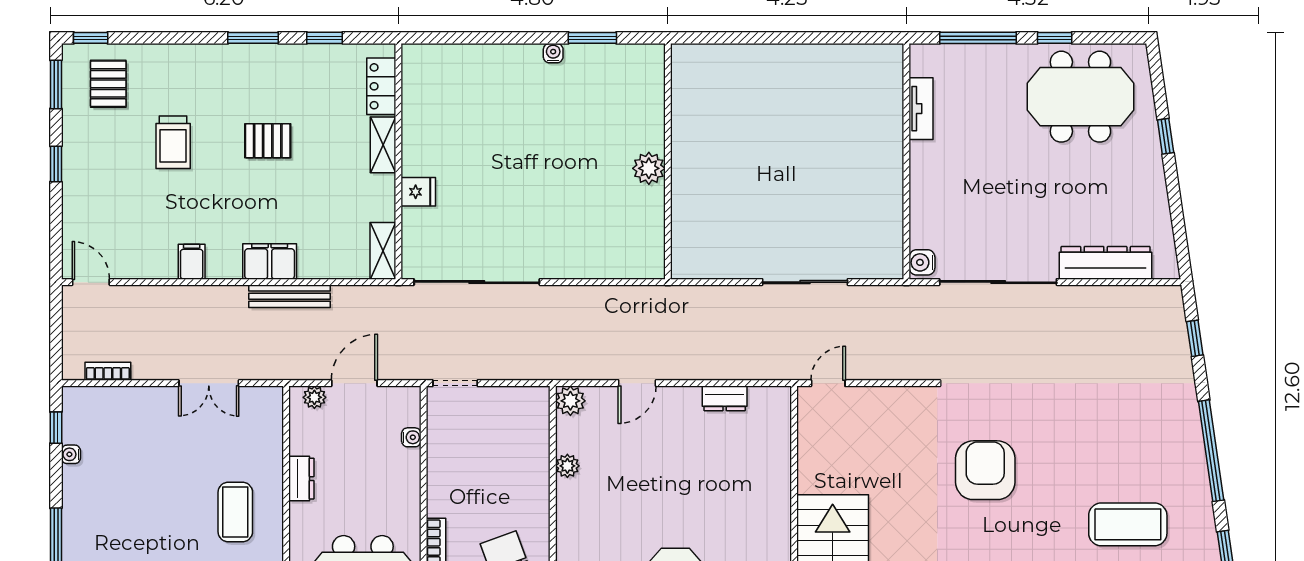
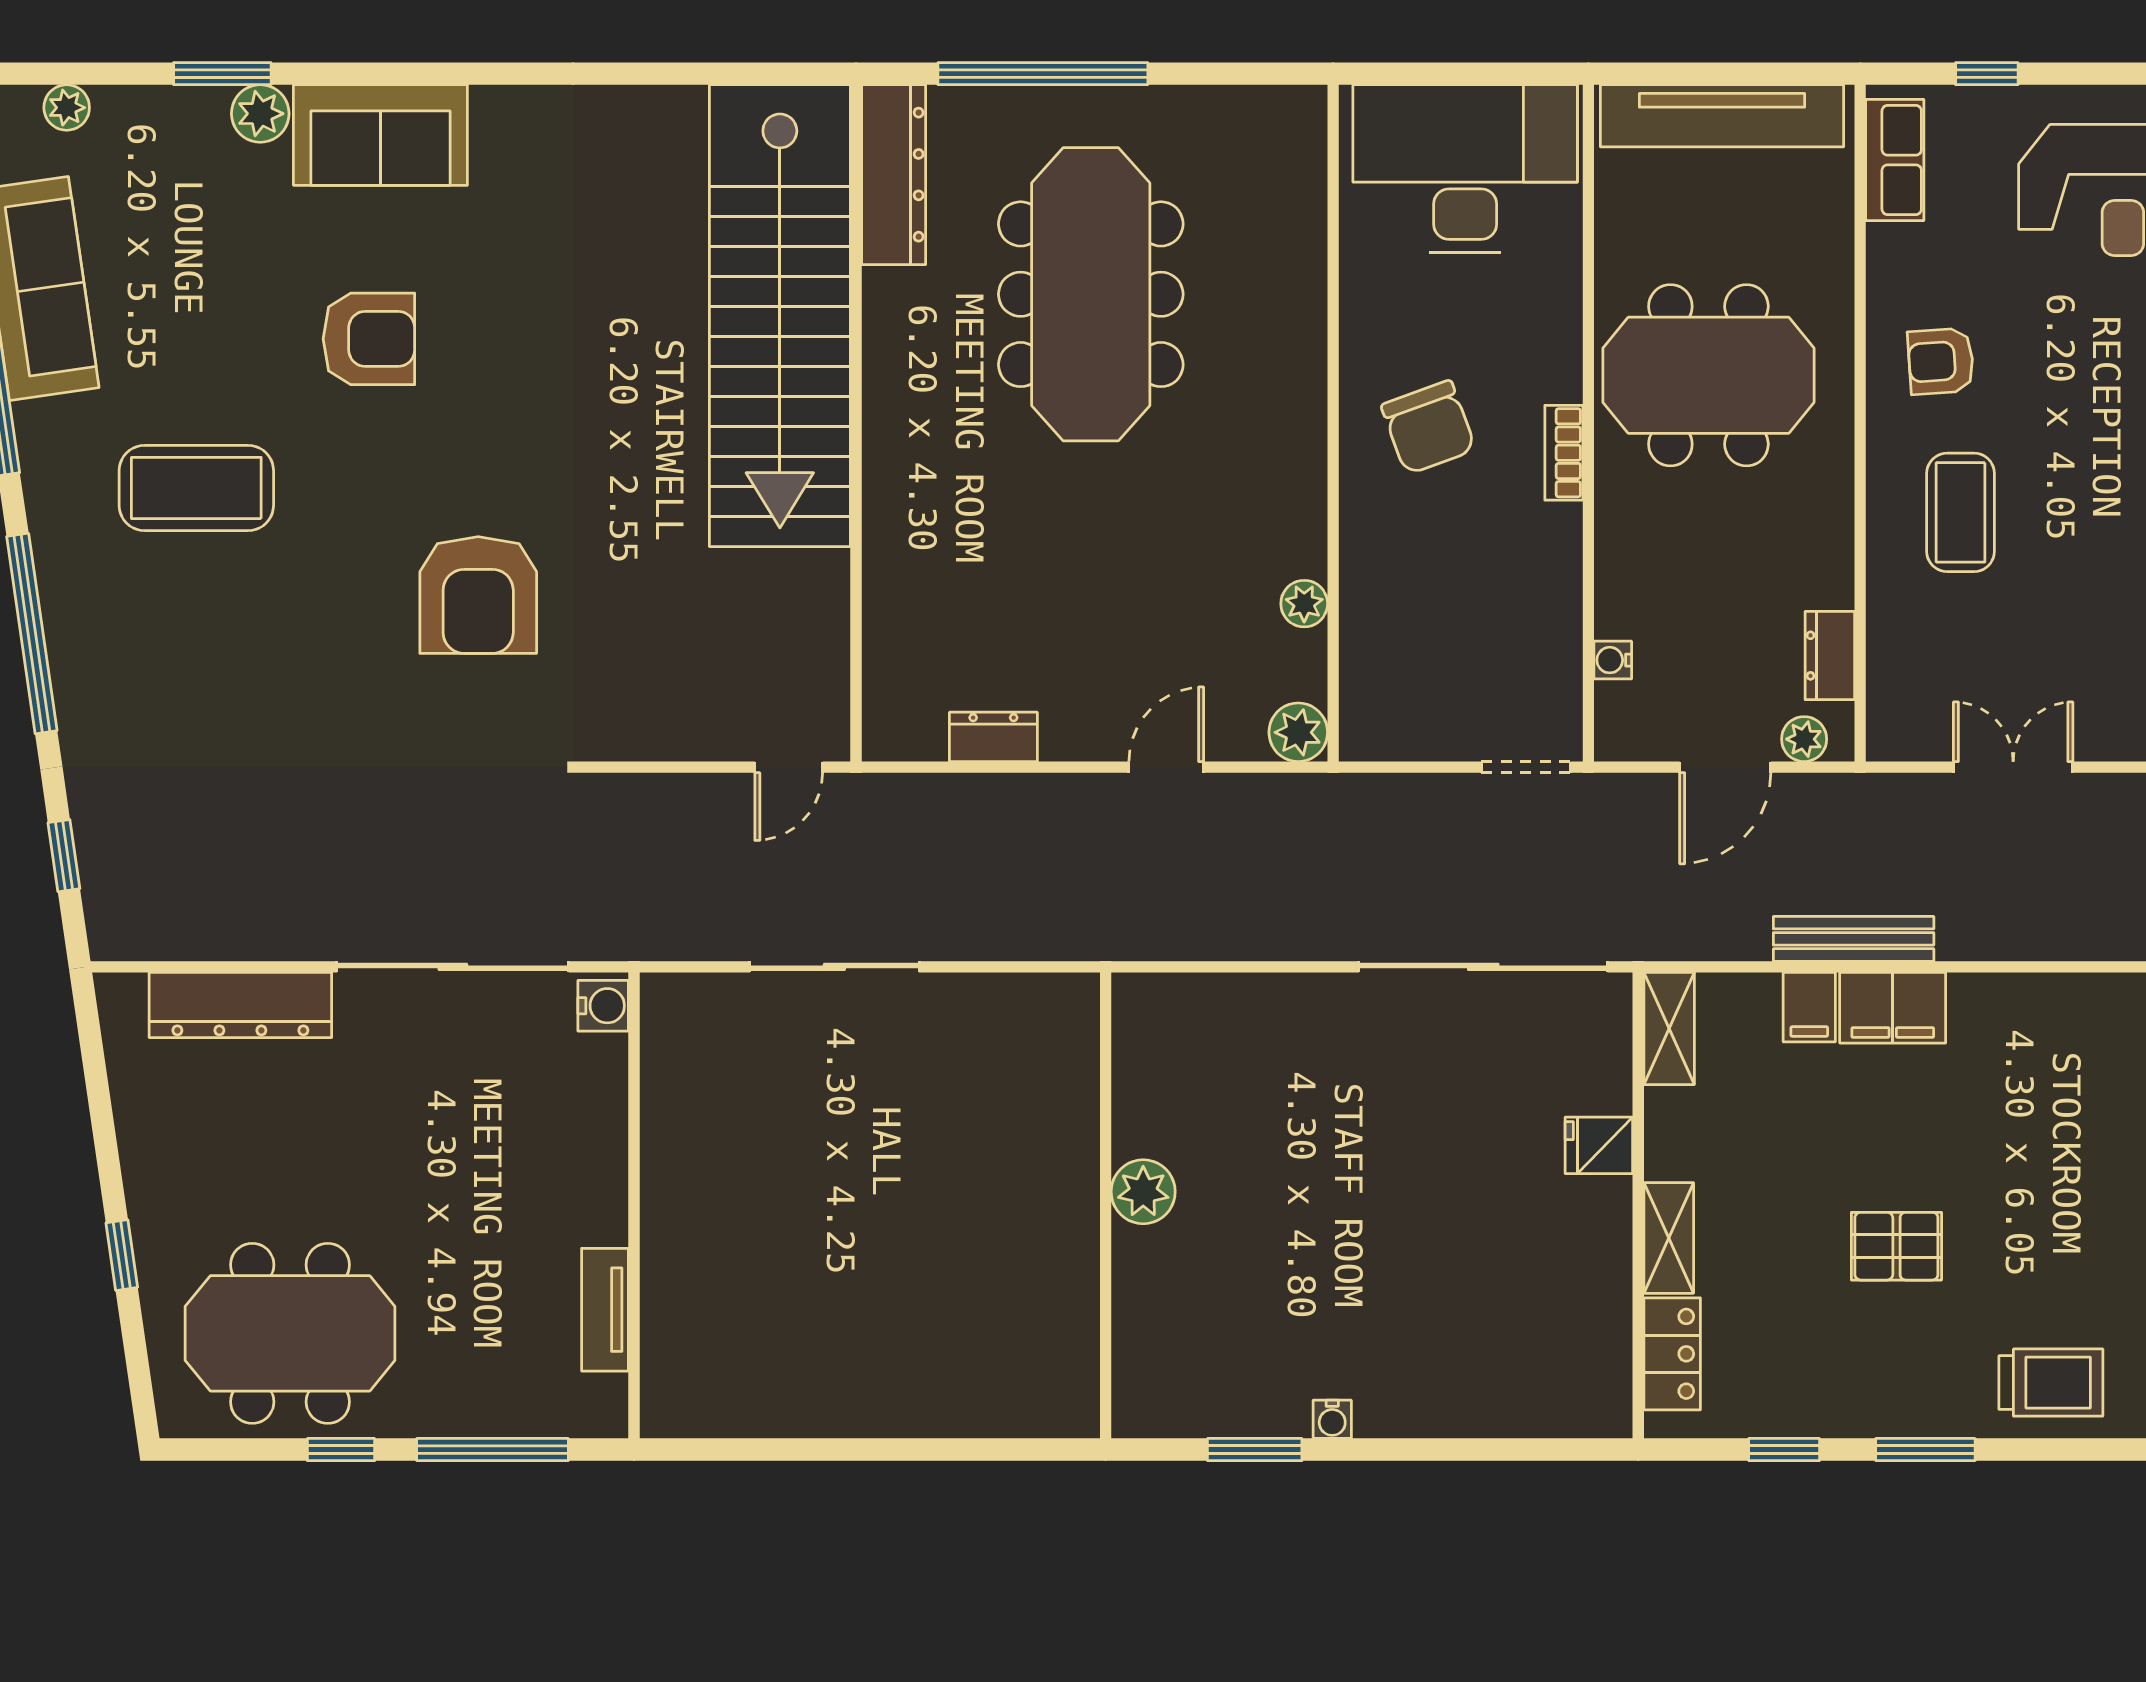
trolley: (173, 142) -> (2051, 1383), moved, turned 90
filing cabinet: (192, 262) -> (1809, 1007), moved
dresser: (301, 479) -> (1830, 656), moved

